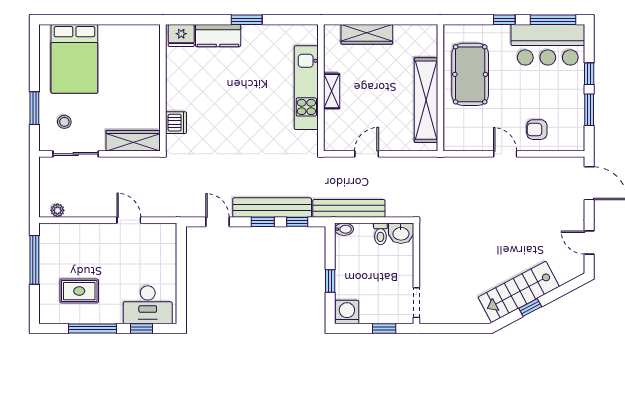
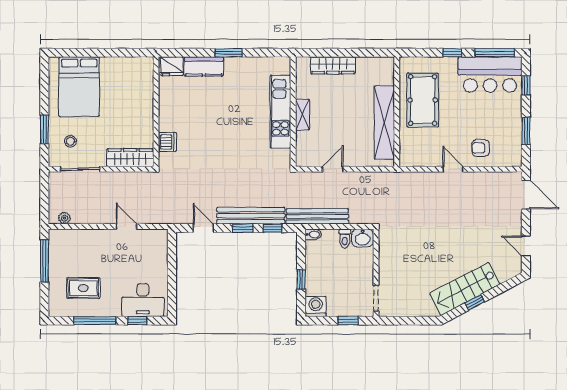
window: (589, 74) -> (526, 85), moved

